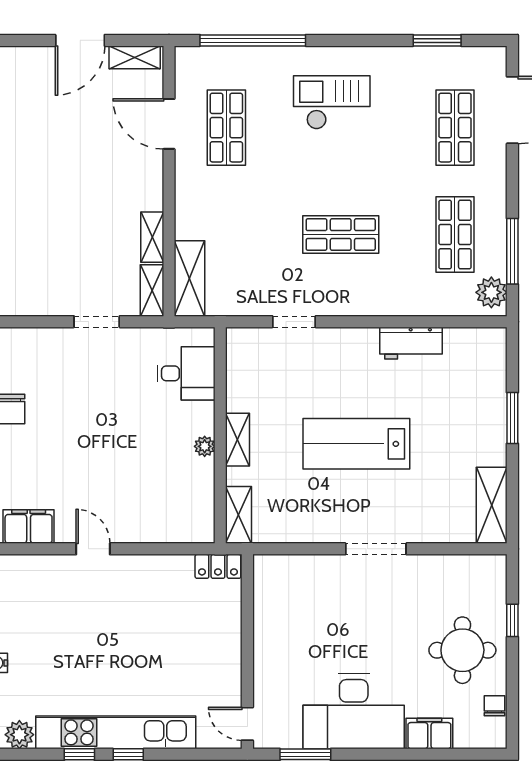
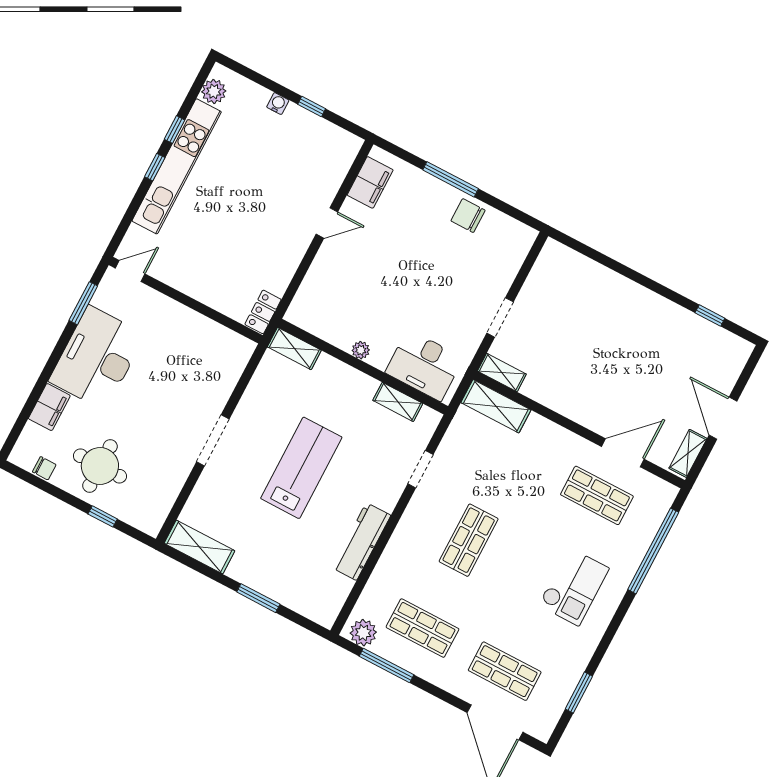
shelving: (152, 237) -> (543, 394), removed
workbench: (411, 343) -> (361, 541), width x1.38
desk: (186, 373) -> (424, 365), width x1.37
shelving: (238, 440) -> (398, 402), moved

